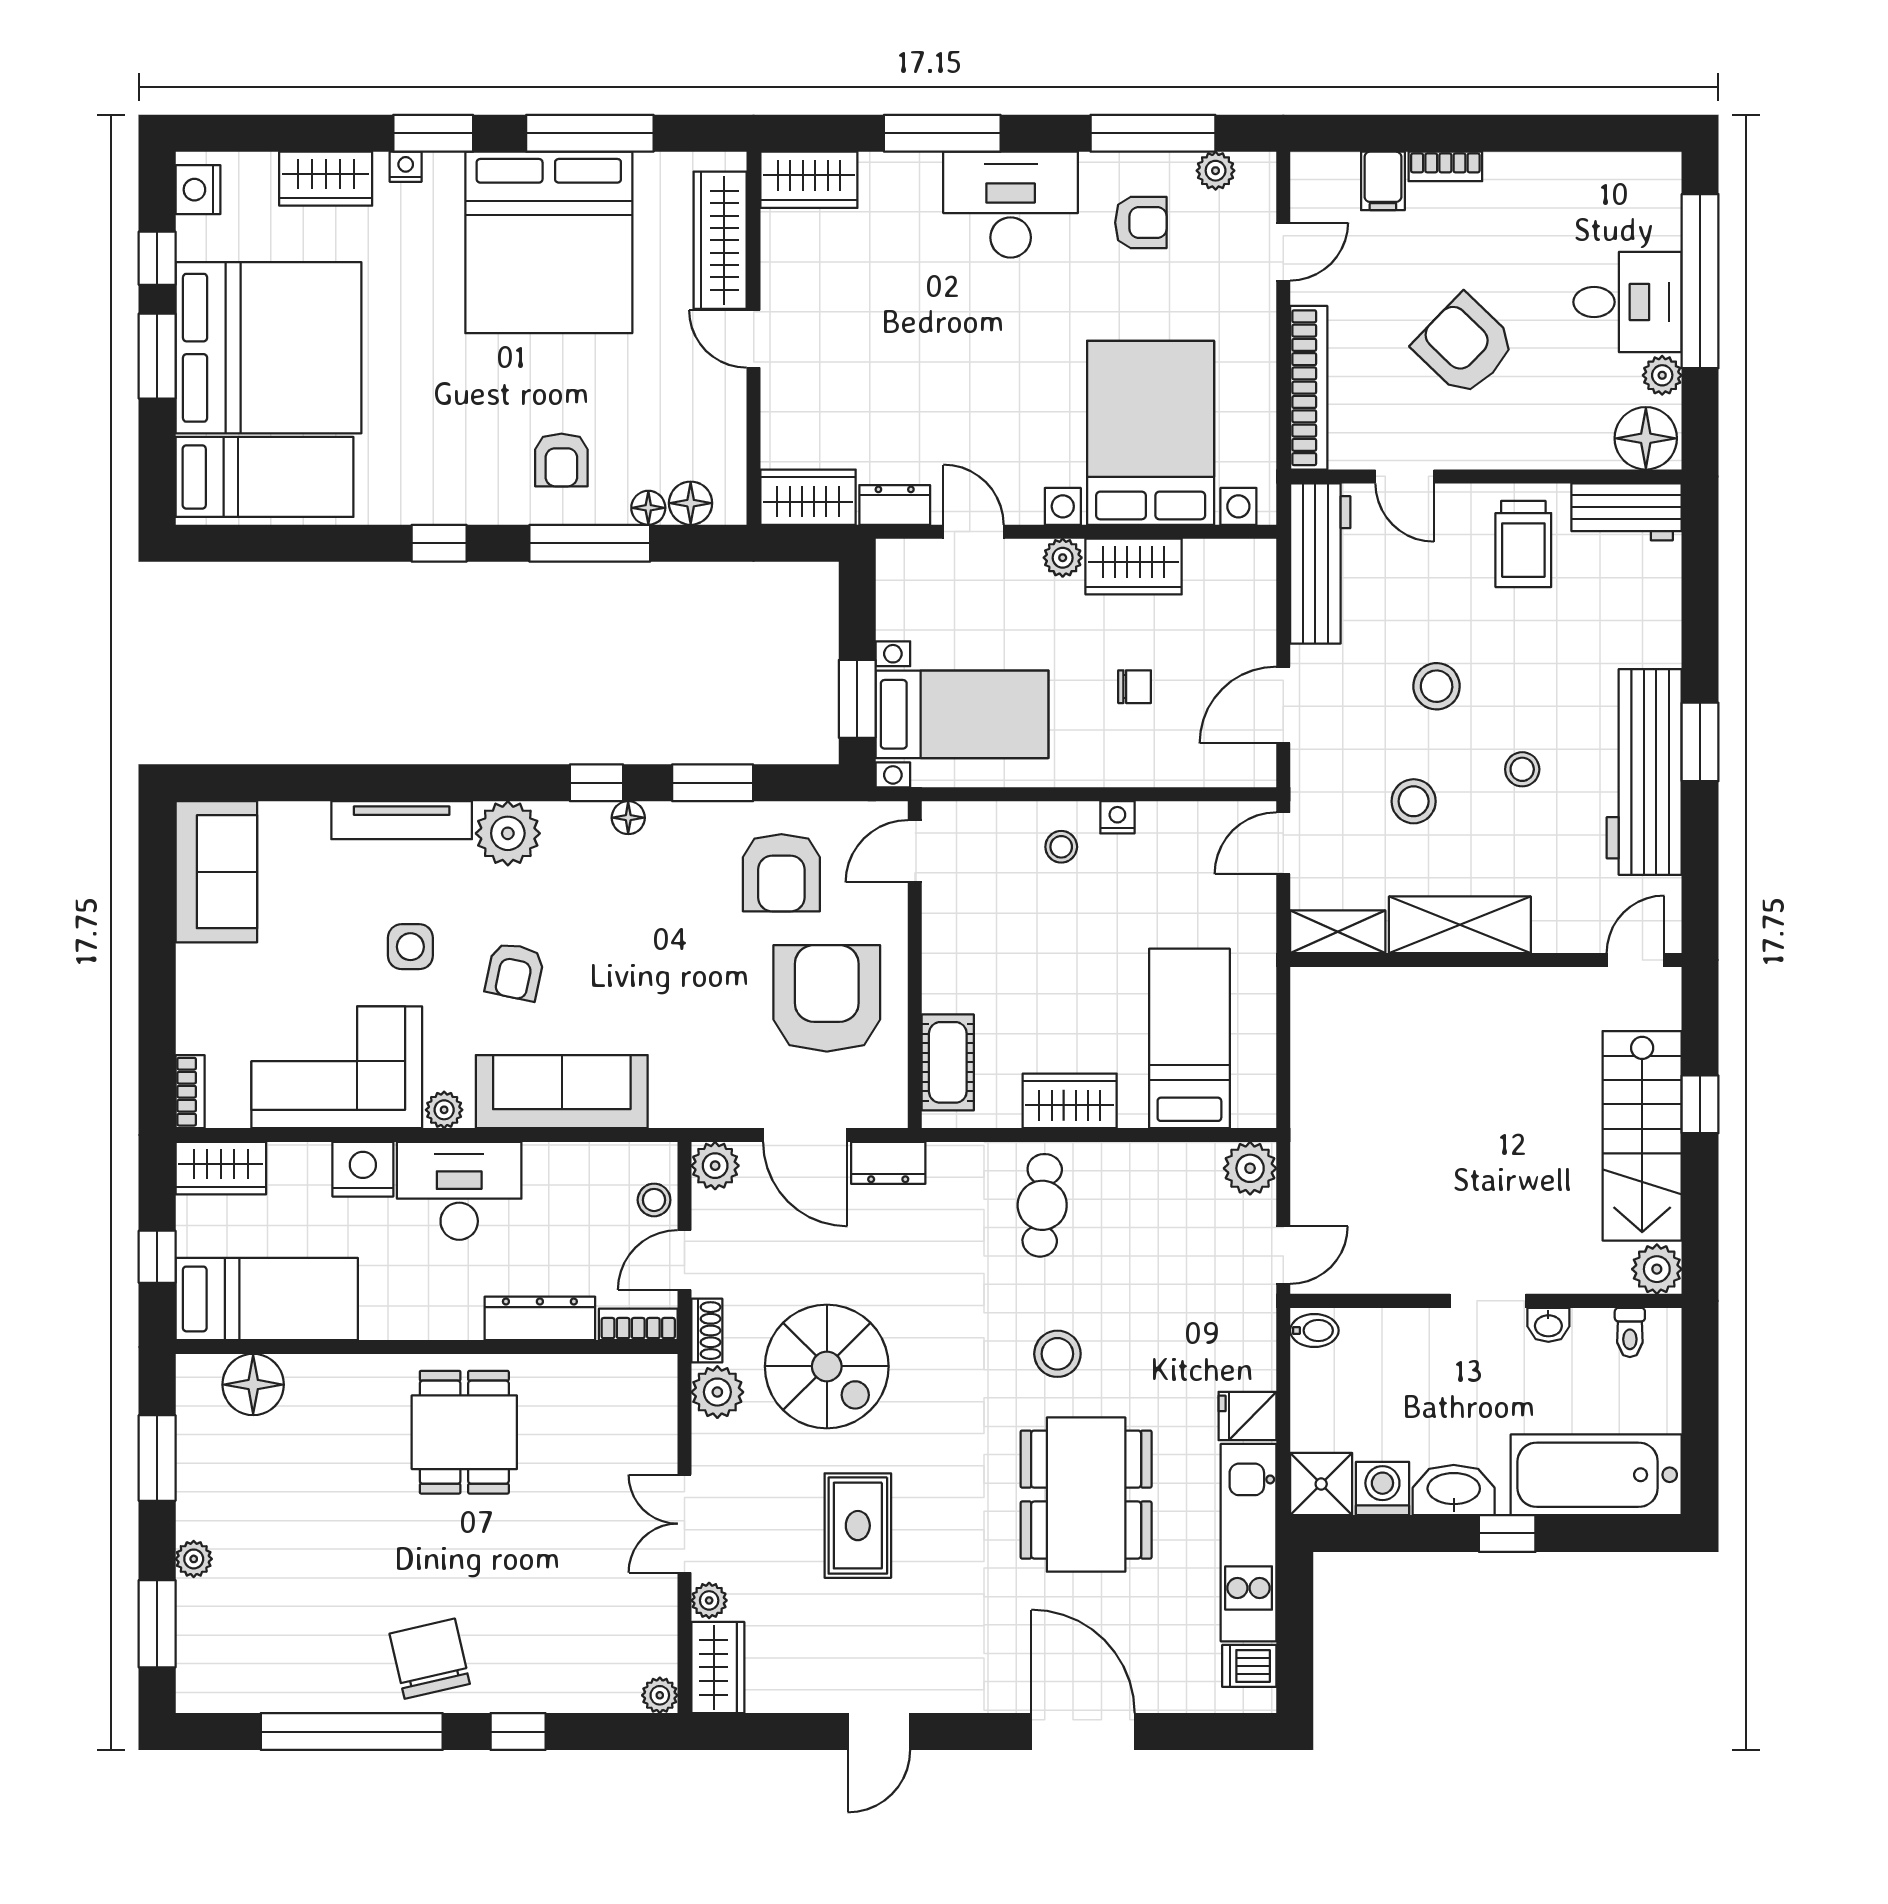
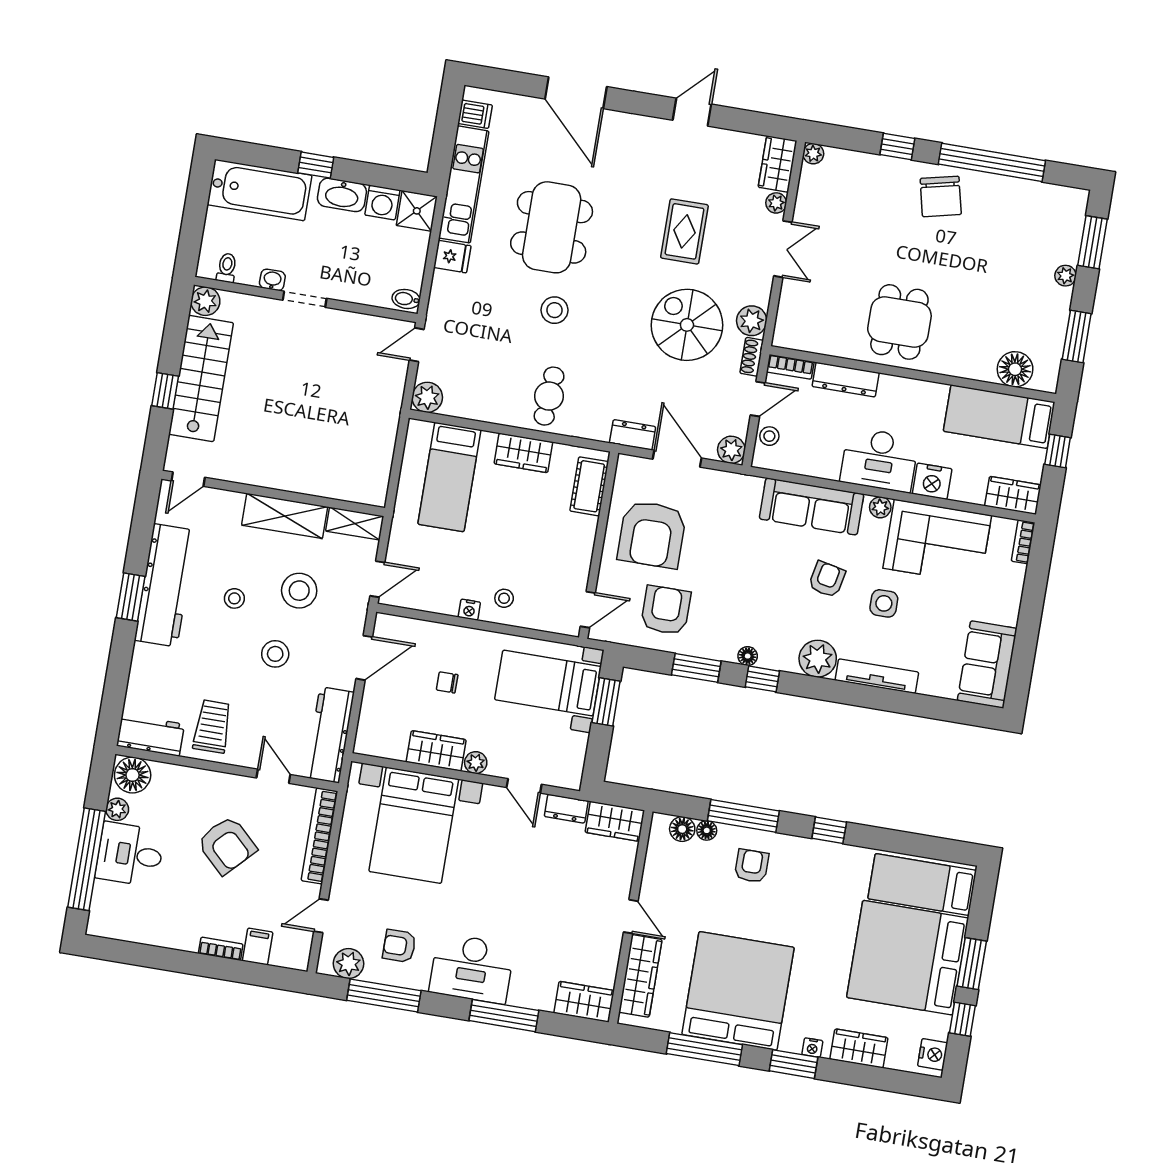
plant: (1216, 171) -> (349, 964), width x1.38, depth x1.38
stool: (1414, 801) -> (299, 591), width x1.38, depth x1.38

